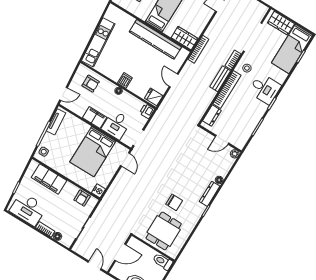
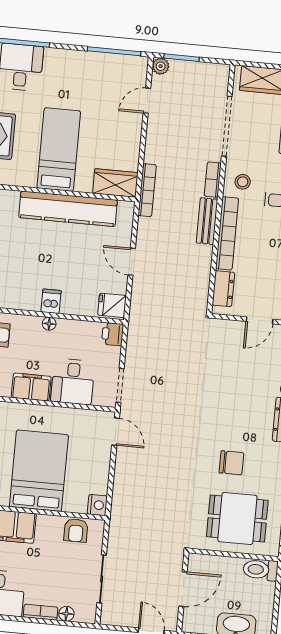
bed: (93, 152) -> (39, 471), moved, turned 180
dining table: (164, 231) -> (237, 518), turned 90

